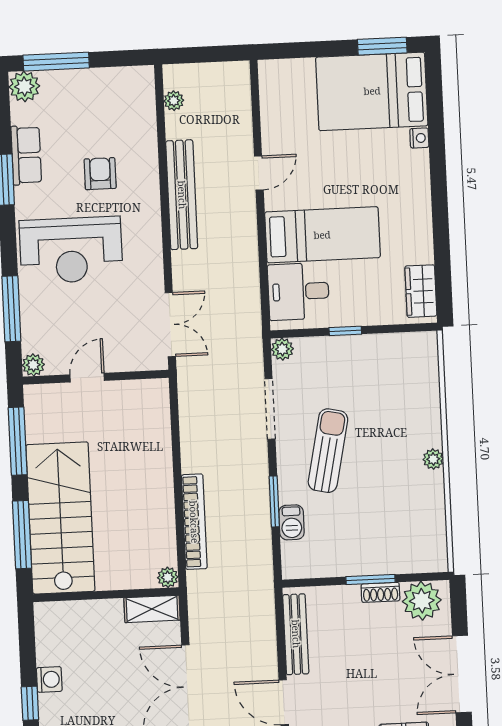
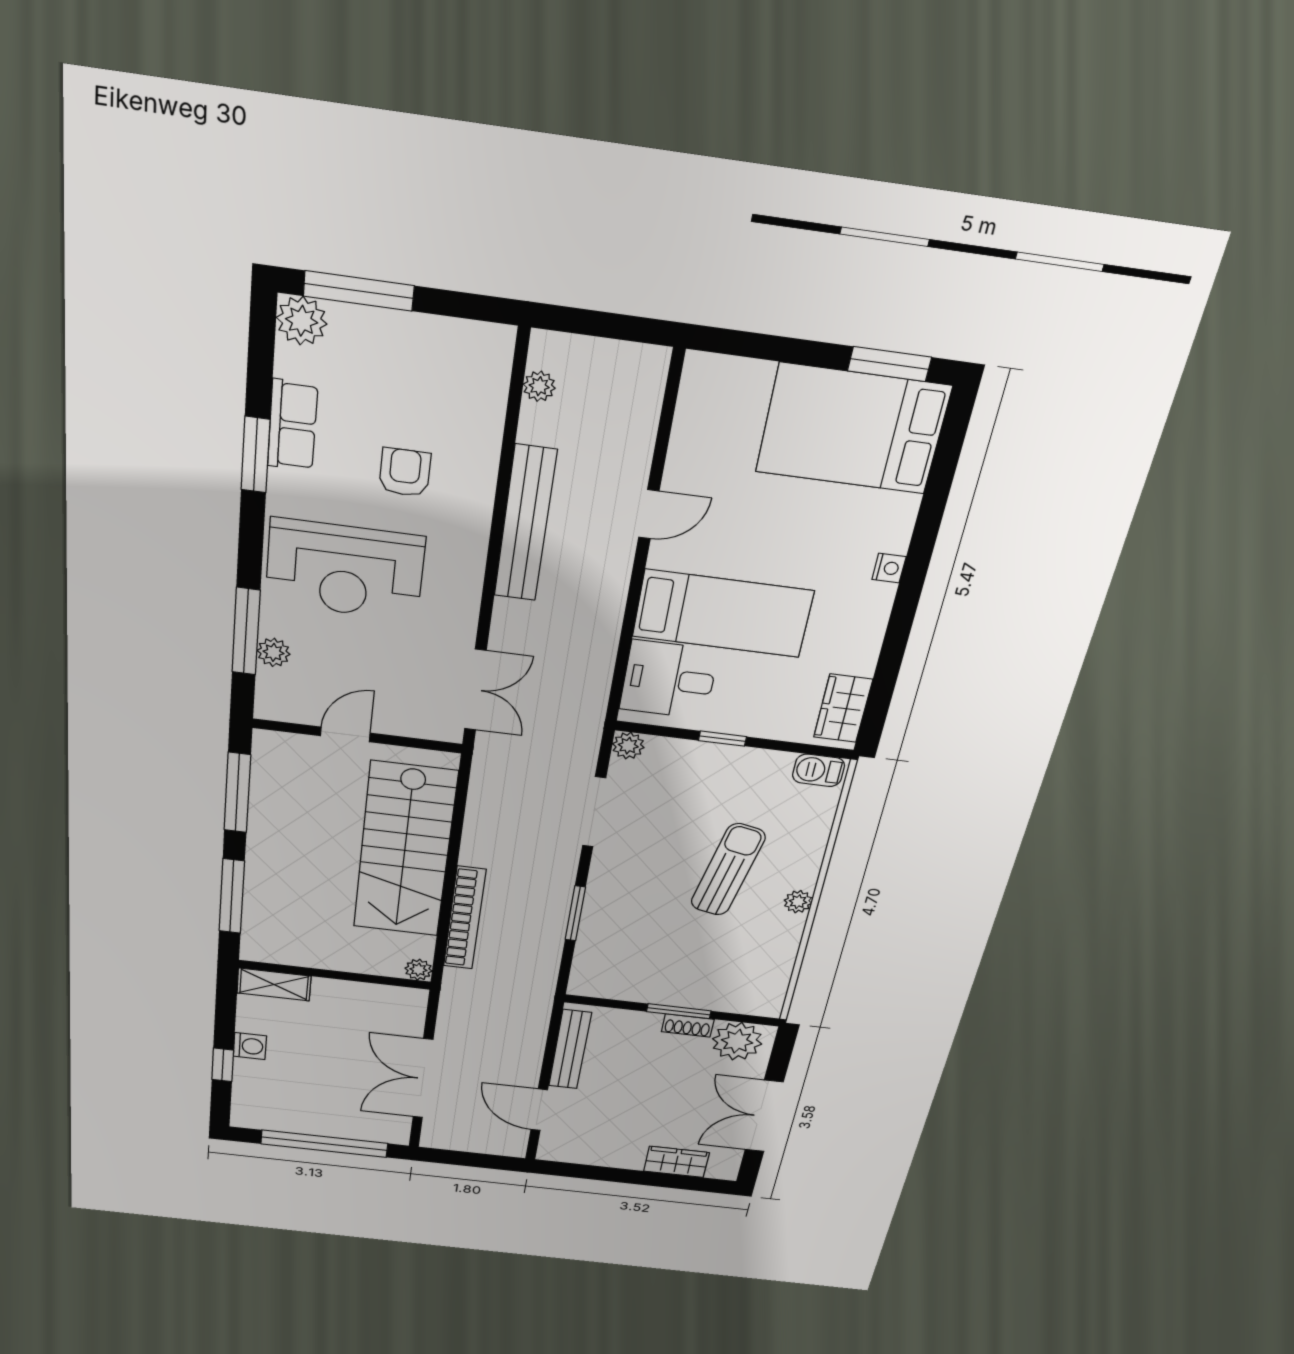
nightstand: (419, 138) -> (889, 568), moved
plant: (33, 365) -> (273, 652), moved
sun lounger: (328, 451) -> (728, 870), moved
stairs: (60, 518) -> (405, 850), moved, turned 180
barbecue: (292, 522) -> (818, 770), moved, turned 90
shelving: (152, 609) -> (274, 984), moved

